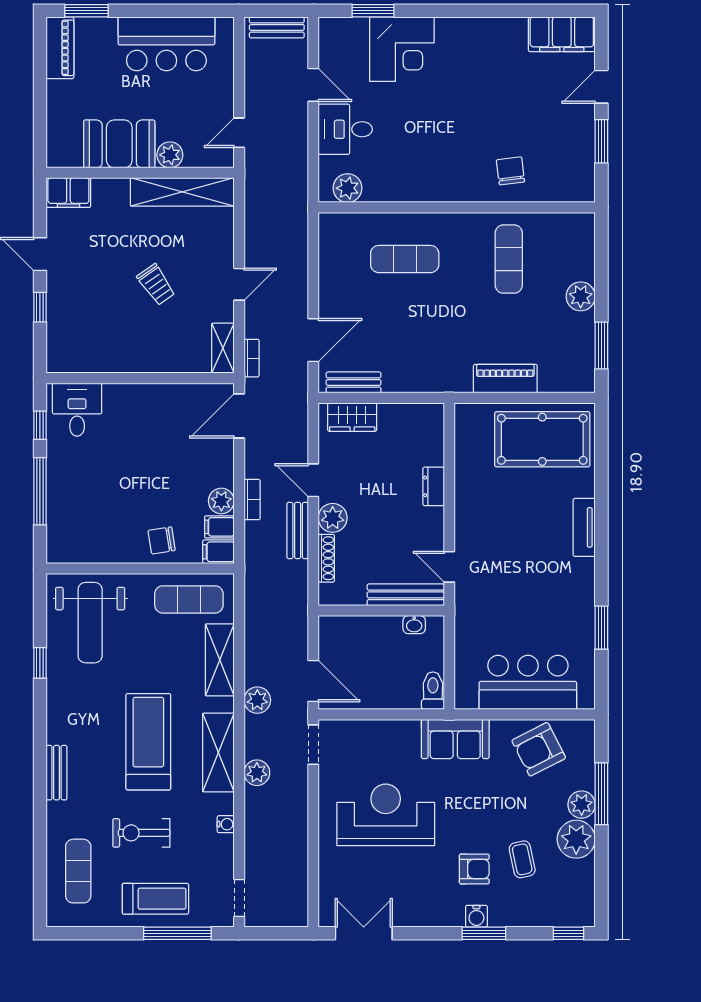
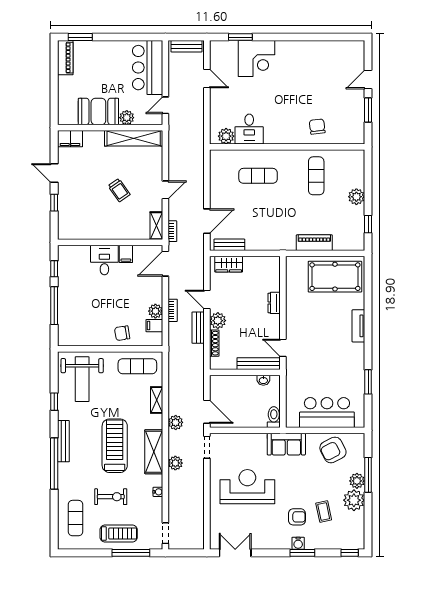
filing cabinet: (562, 34) -> (346, 50), removed
bar counter: (166, 44) -> (148, 68), moved, turned 90
desk: (345, 129) -> (249, 129), moved, turned -90
window: (601, 345) -> (368, 224), width x0.67
desk: (77, 410) -> (104, 260), moved
filing cabinet: (218, 552) -> (126, 254), moved, turned -90
shelving: (220, 660) -> (157, 400), width x0.67, depth x0.75
window: (40, 773) -> (54, 463), added
bench: (57, 773) -> (63, 441), moved, width x1.36
exercise bike: (141, 833) -> (111, 497), turned 180

